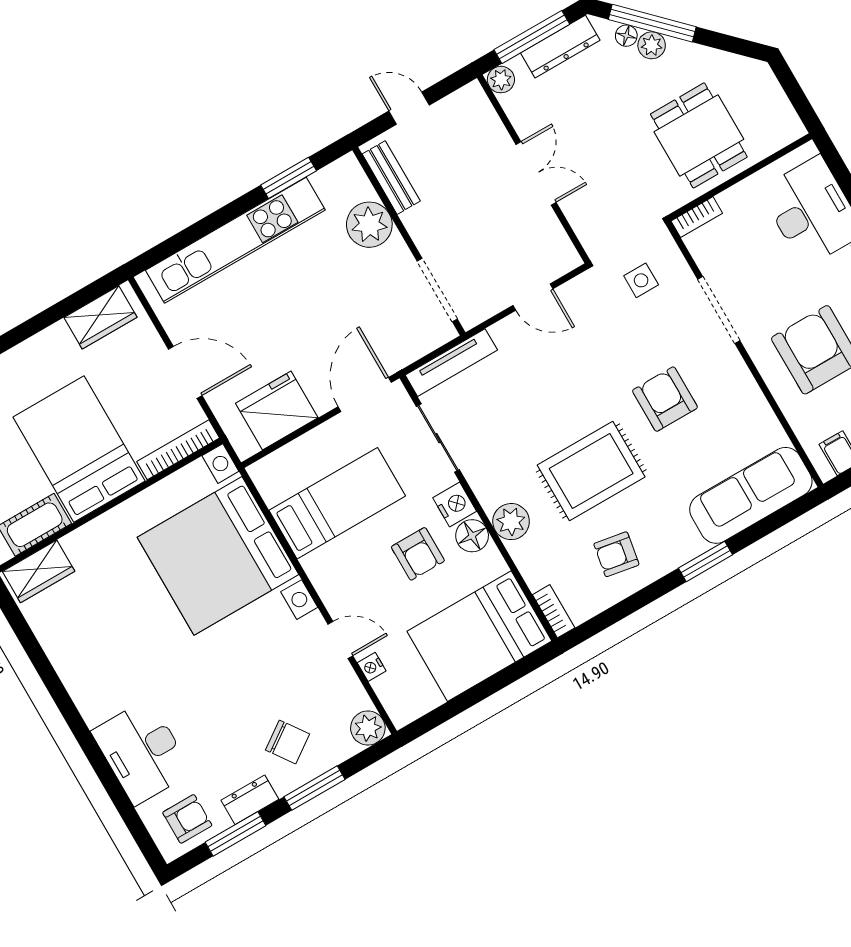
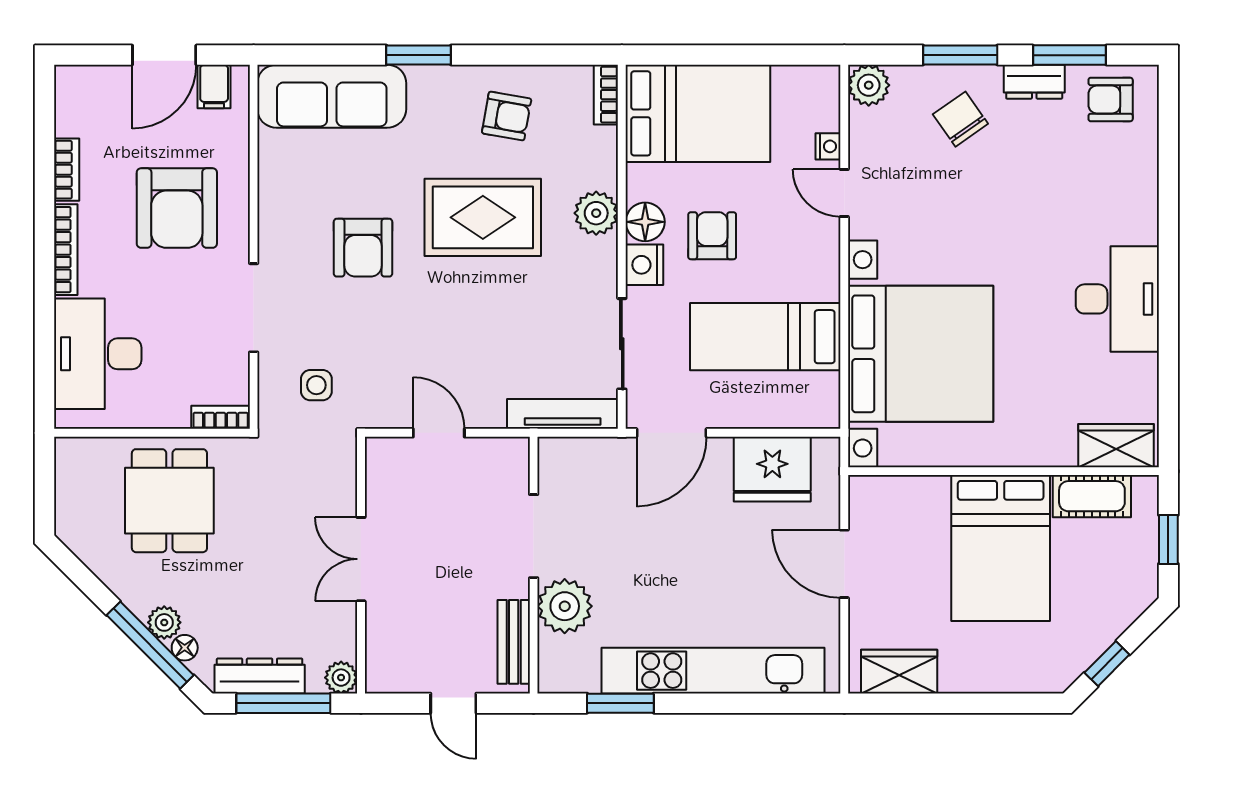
doorway: (437, 290) -> (534, 536), moved
bookcase: (178, 450) -> (898, 488), removed
desk: (142, 752) -> (1117, 299), moved

